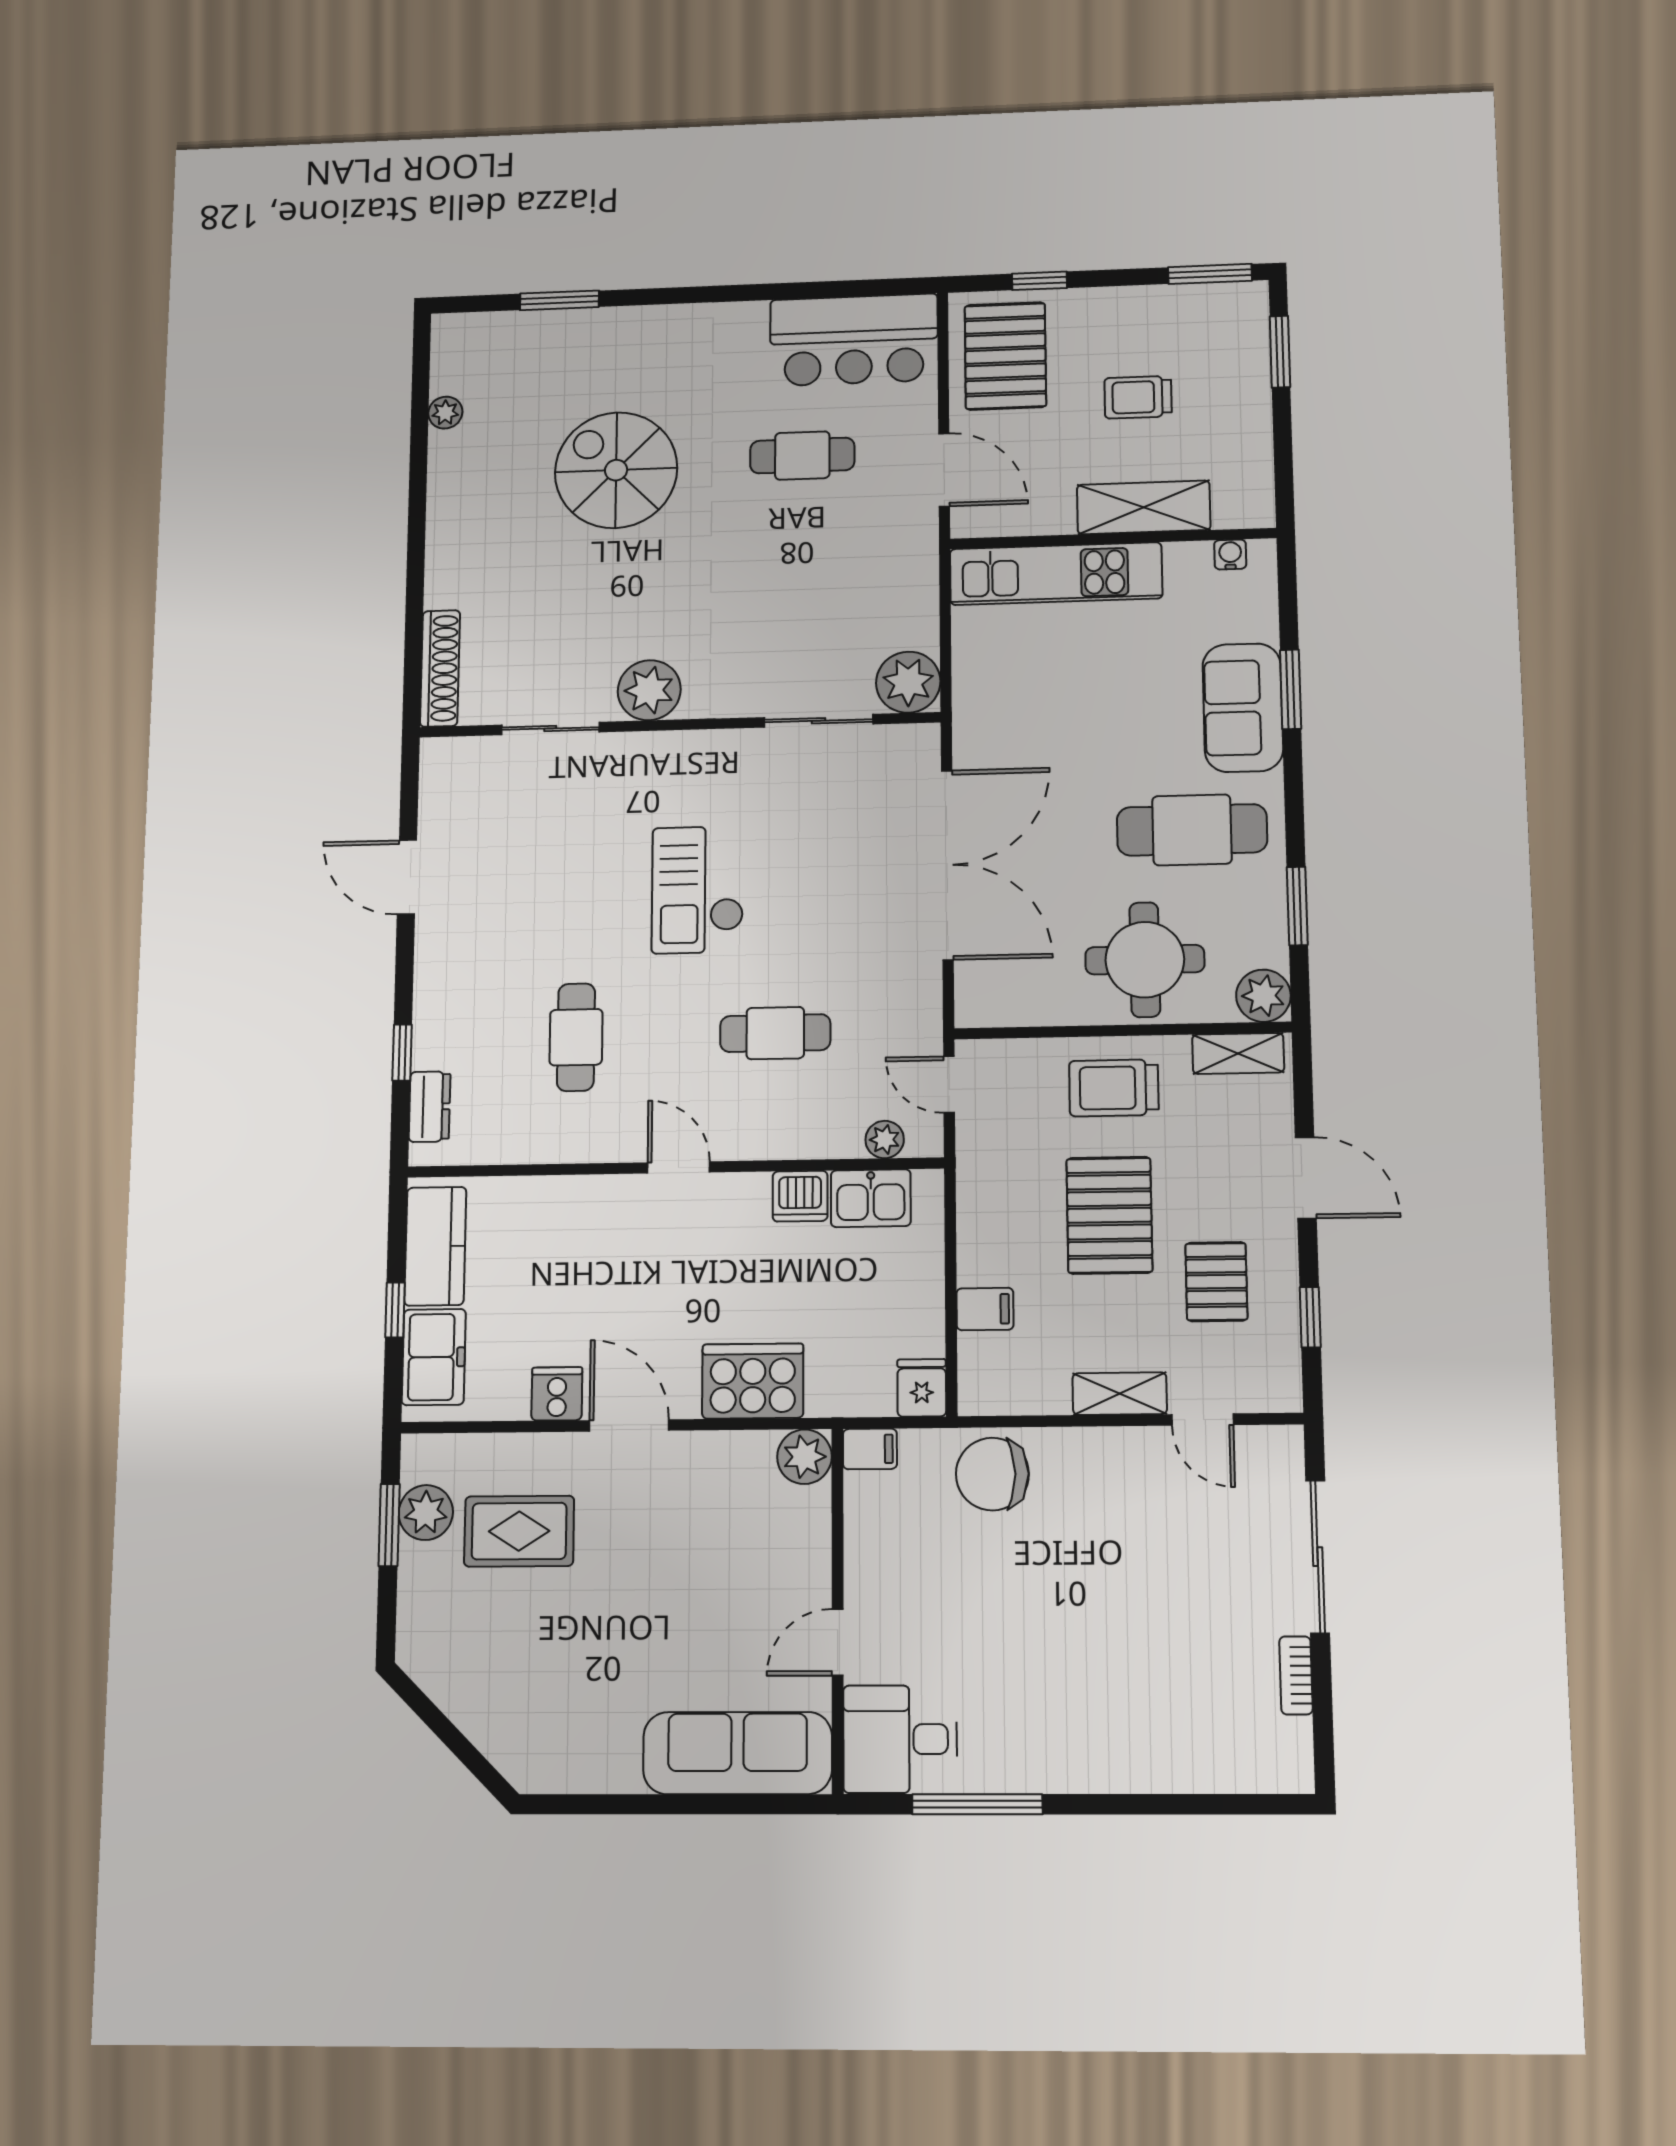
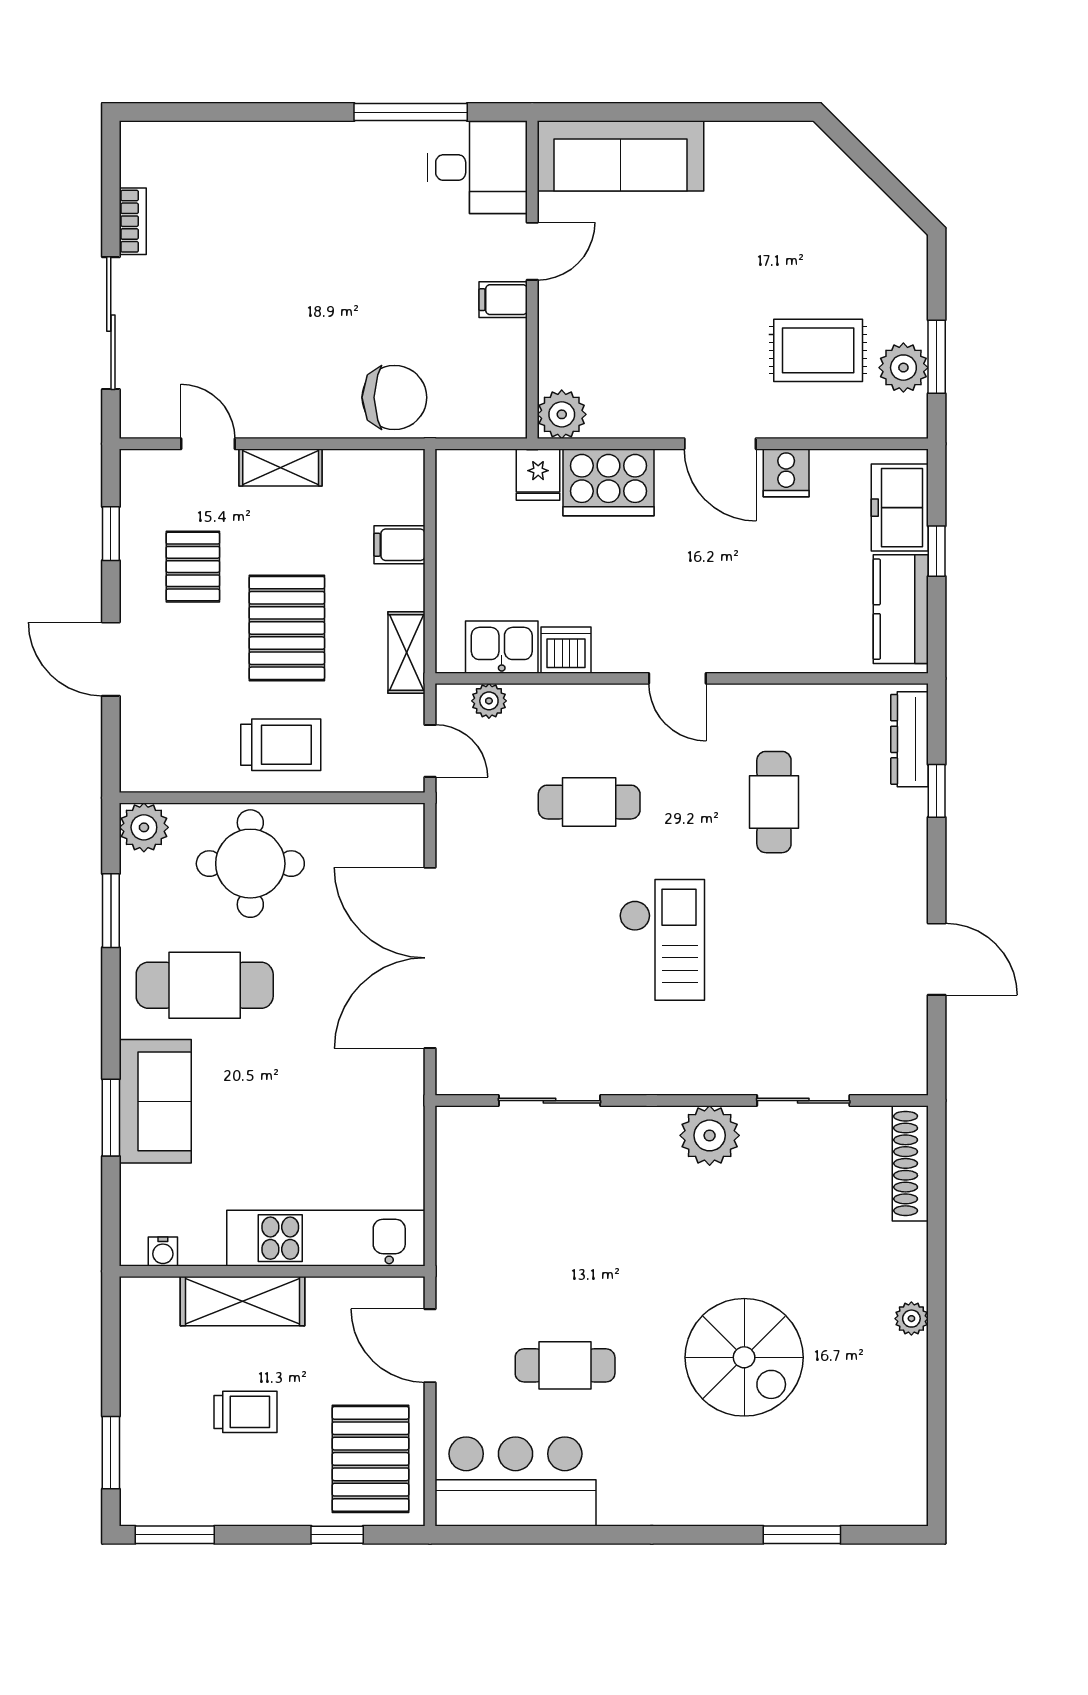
plant: (445, 413) -> (911, 1319), moved
plant: (908, 682) -> (465, 1136), removed
shelving: (1238, 1053) -> (406, 652), moved, turned 90
dresser: (430, 1107) -> (909, 739), width x1.44
fridge: (922, 1388) -> (538, 475), moved
filing cabinet: (870, 1449) -> (503, 300), moved

